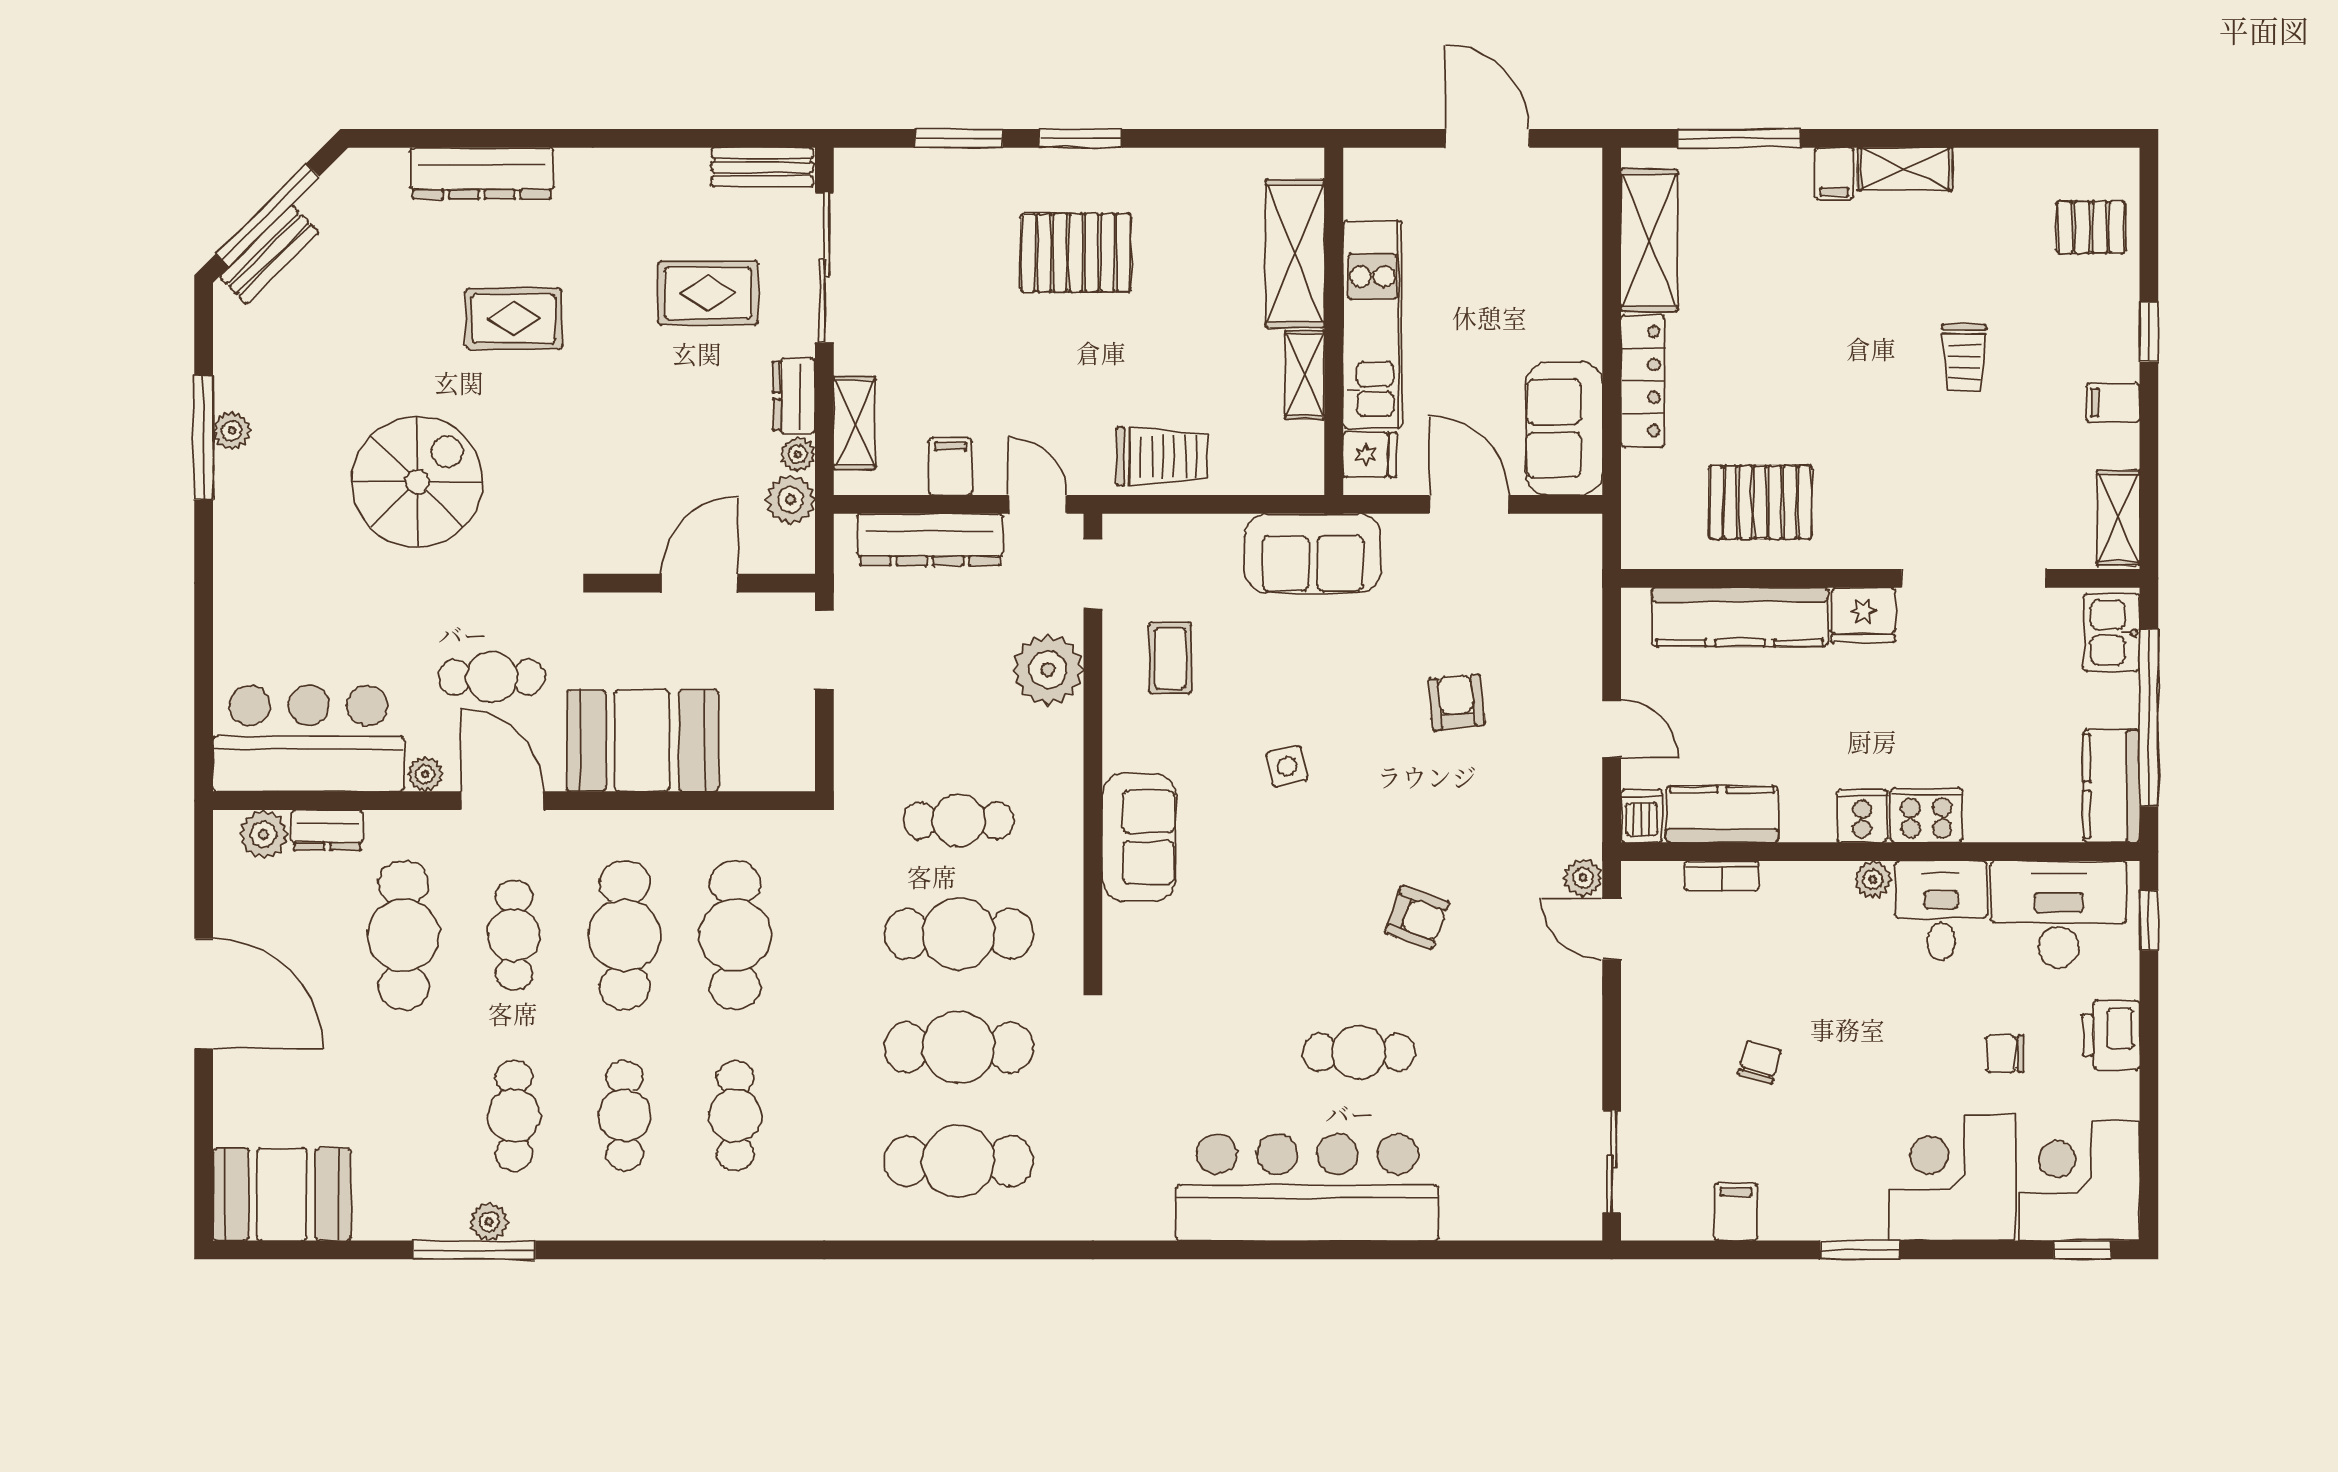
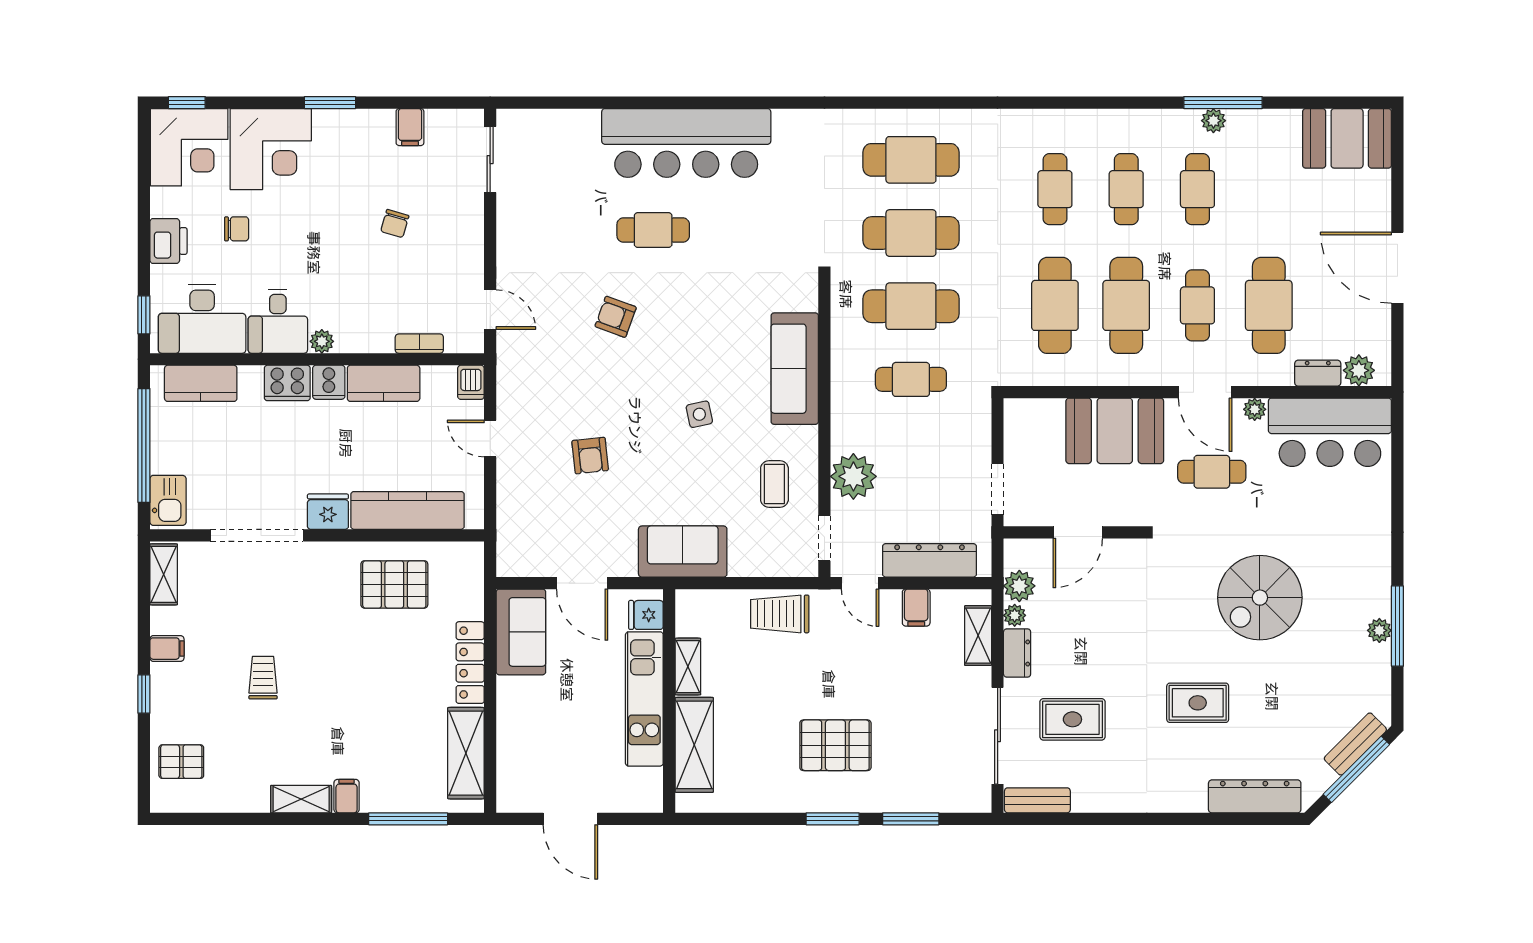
dresser: (482, 173) -> (1255, 796), moved
kitchen counter: (2112, 786) -> (201, 383), moved, turned 90
kitchen counter: (1722, 814) -> (384, 383), moved
sofa: (1139, 837) -> (795, 369), width x1.36
plant: (1583, 878) -> (508, 342), removed

